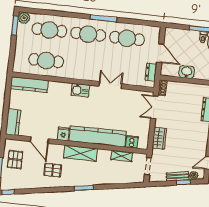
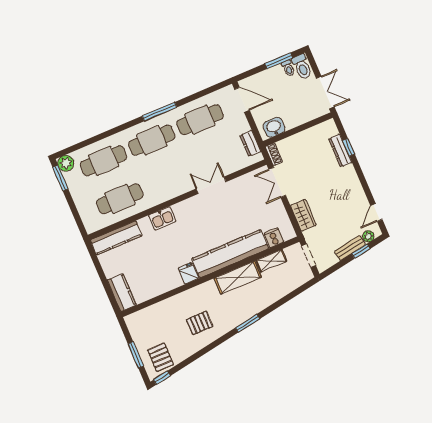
door: (160, 53) -> (242, 100), moved
washbasin: (187, 72) -> (274, 127), moved
kitchen sink: (80, 90) -> (162, 218), moved
door: (39, 140) -> (164, 296), removed
shelving: (81, 153) -> (238, 278), moved
pallet: (15, 160) -> (161, 357), moved

